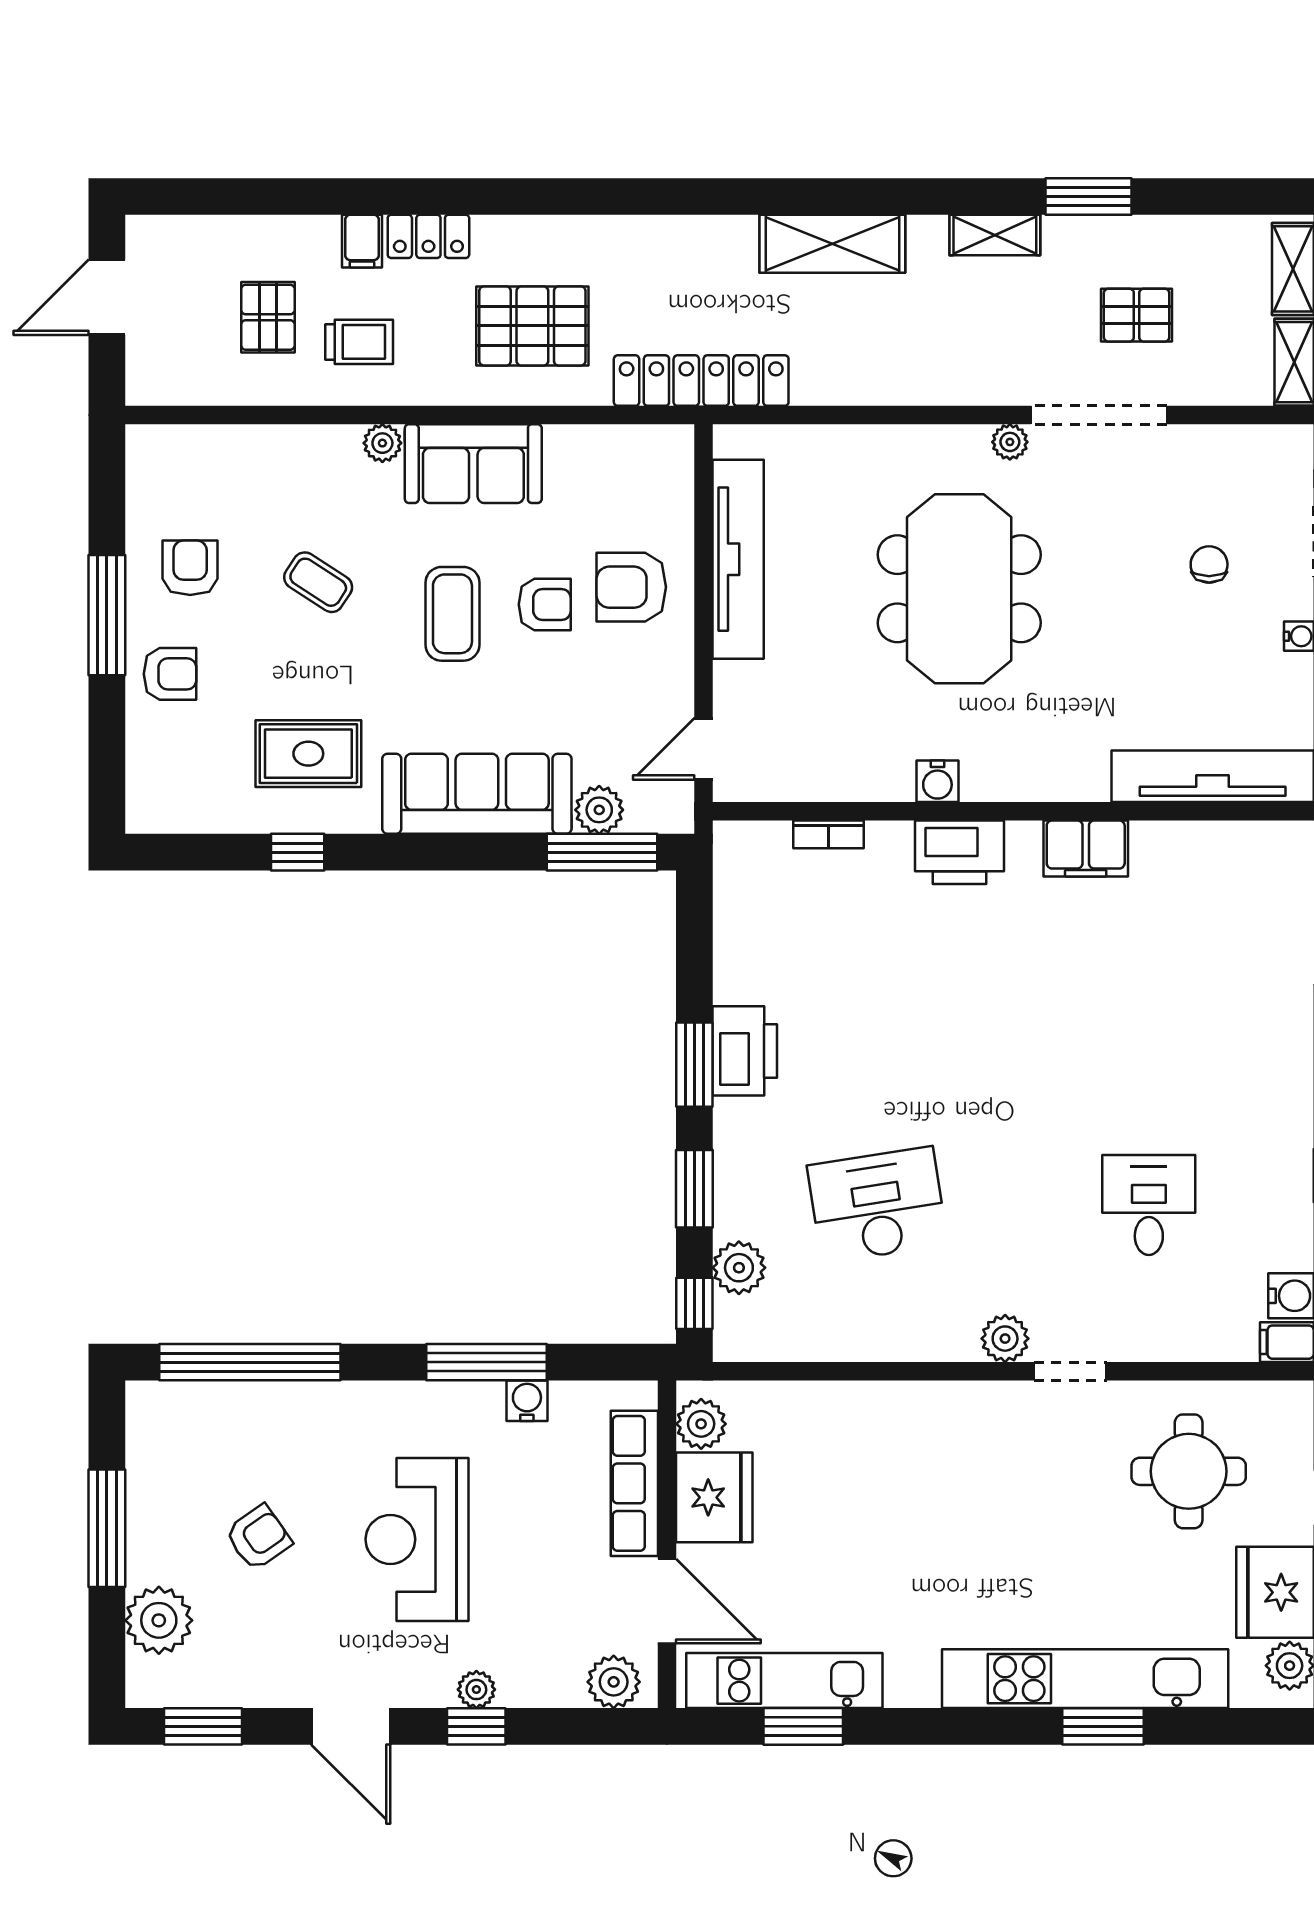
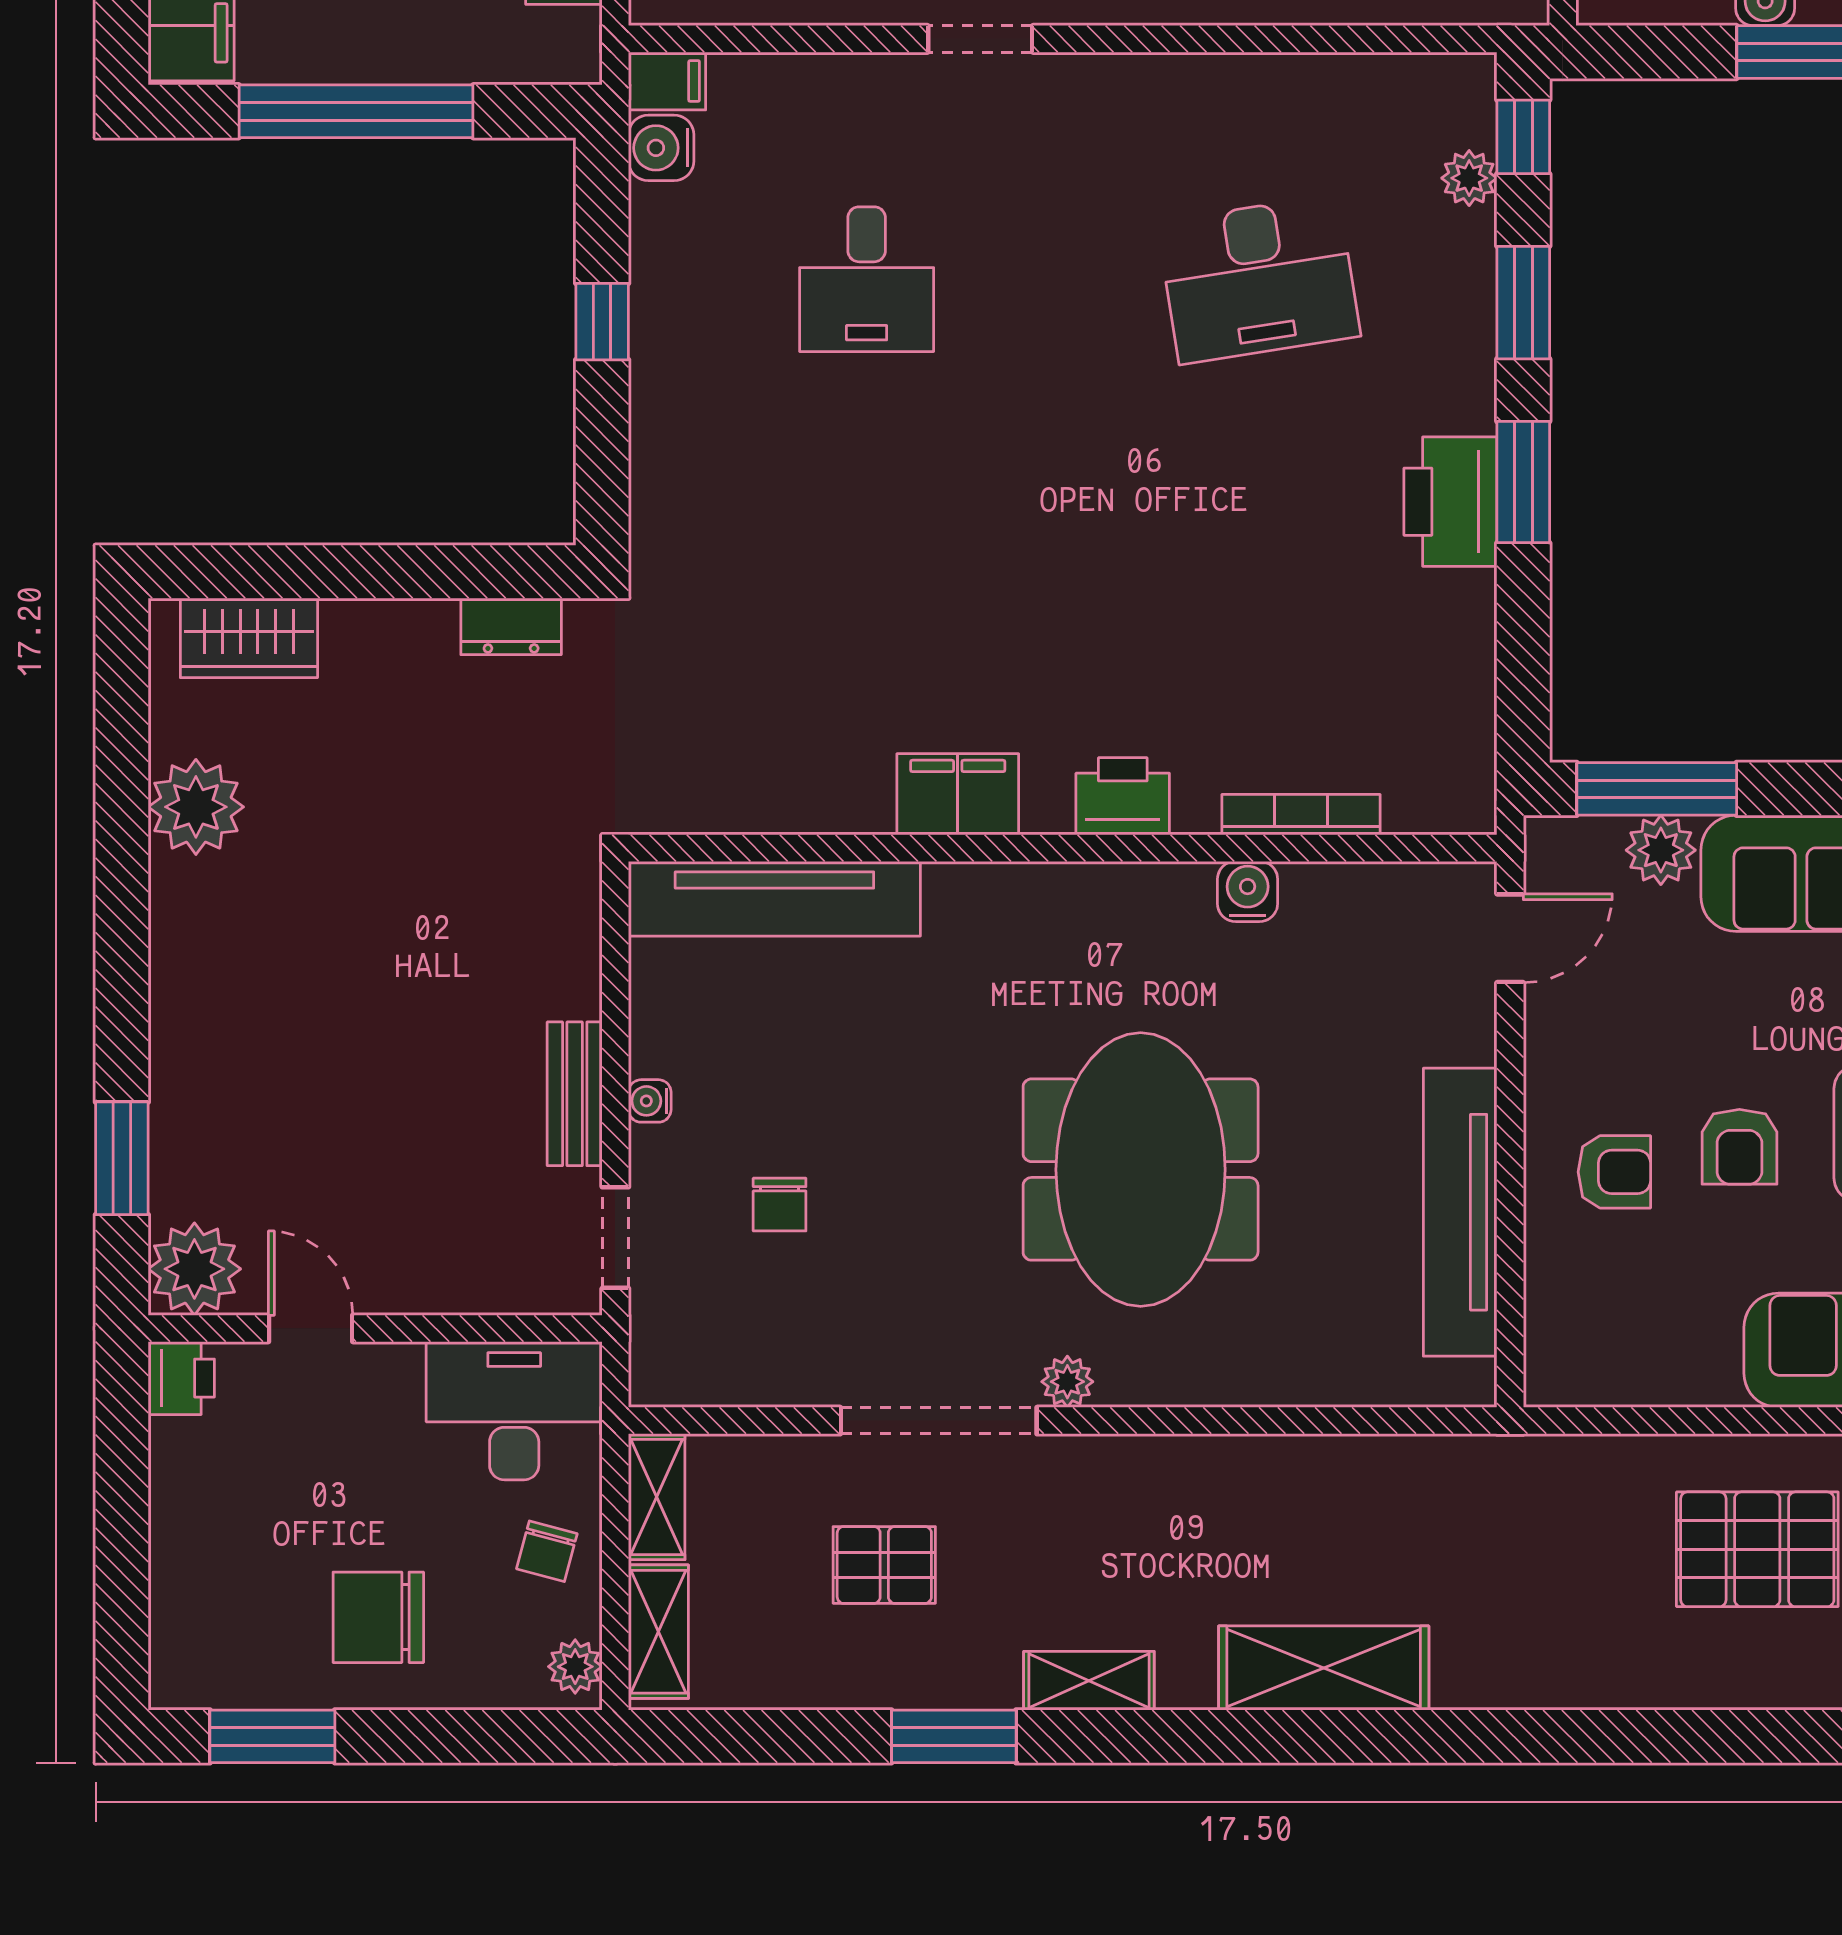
locker: (701, 381) -> (1513, 1470), removed
armchair: (631, 587) -> (1614, 1172), width x0.72, depth x0.72
armchair: (545, 604) -> (1739, 1147), turned -90
water cooler: (937, 781) -> (1248, 891), moved
bookcase: (828, 834) -> (1301, 815), width x1.56
printer: (959, 852) -> (1123, 796), width x0.73, depth x0.84
plant: (739, 1268) -> (1469, 178), width x0.73, depth x0.73
plant: (1005, 1339) -> (1074, 86), removed

